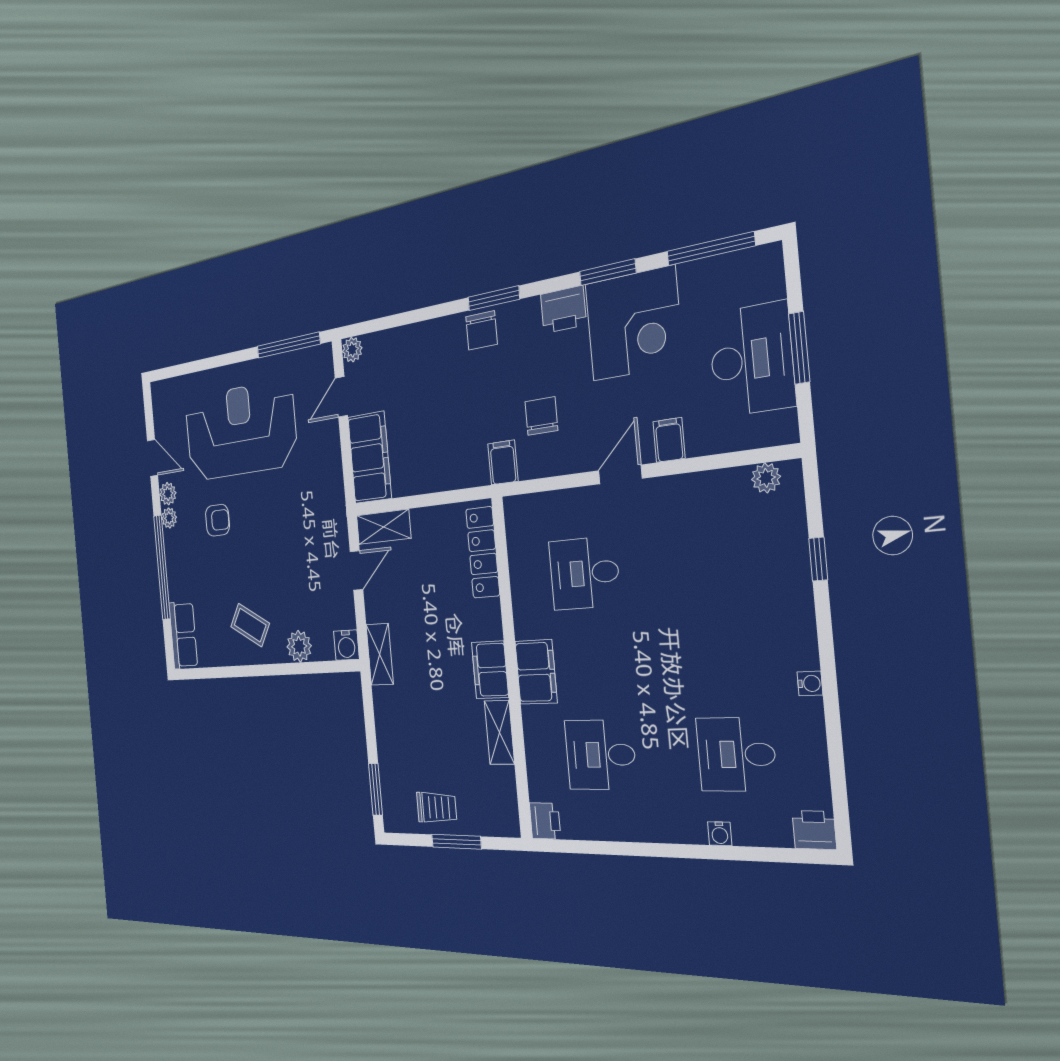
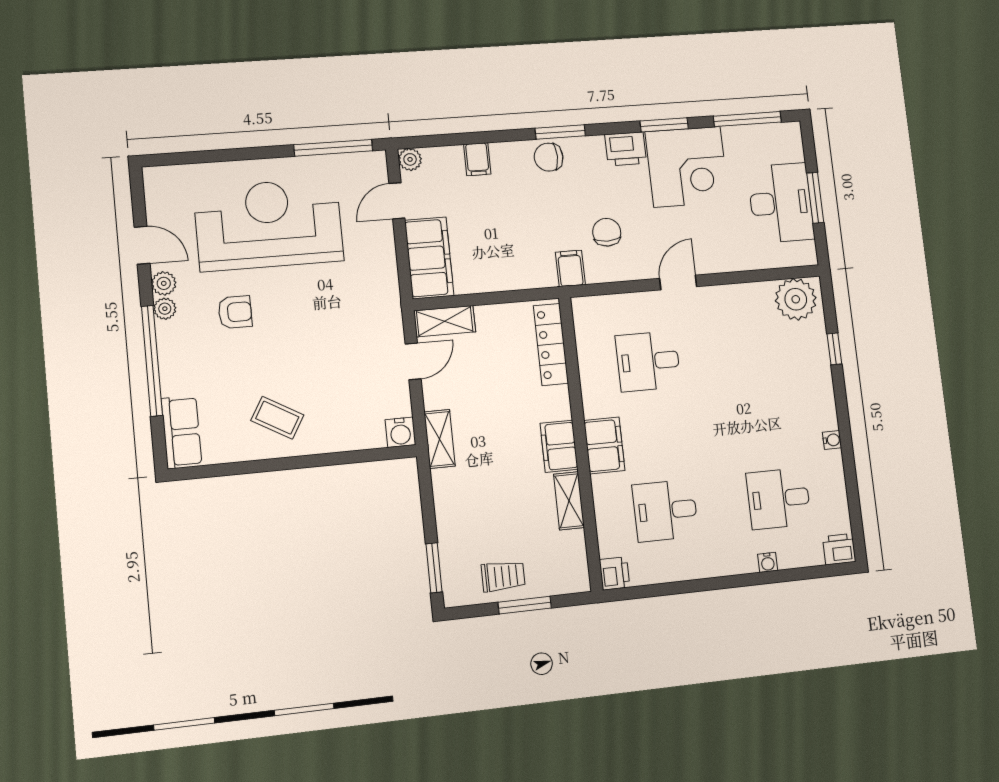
chair: (482, 330) -> (549, 157), turned 90
filing cabinet: (669, 440) -> (477, 159), moved, turned 180
plant: (766, 478) -> (796, 299), width x1.88, depth x1.88
plant: (299, 646) -> (342, 436), removed

